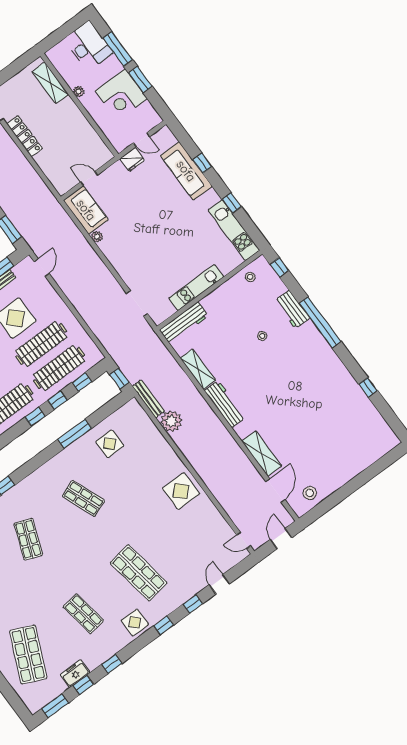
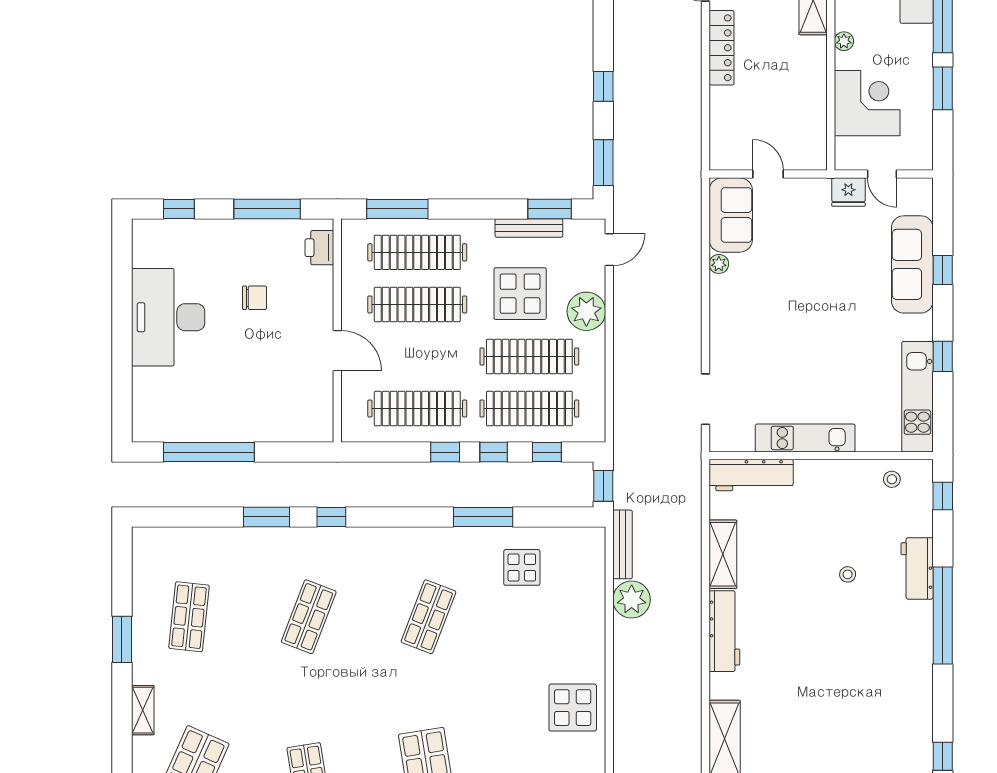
corner desk: (121, 95) -> (867, 103), moved, turned 180
plant: (52, 304) -> (586, 311), added
shop shelf: (84, 498) -> (429, 617), turned 42

